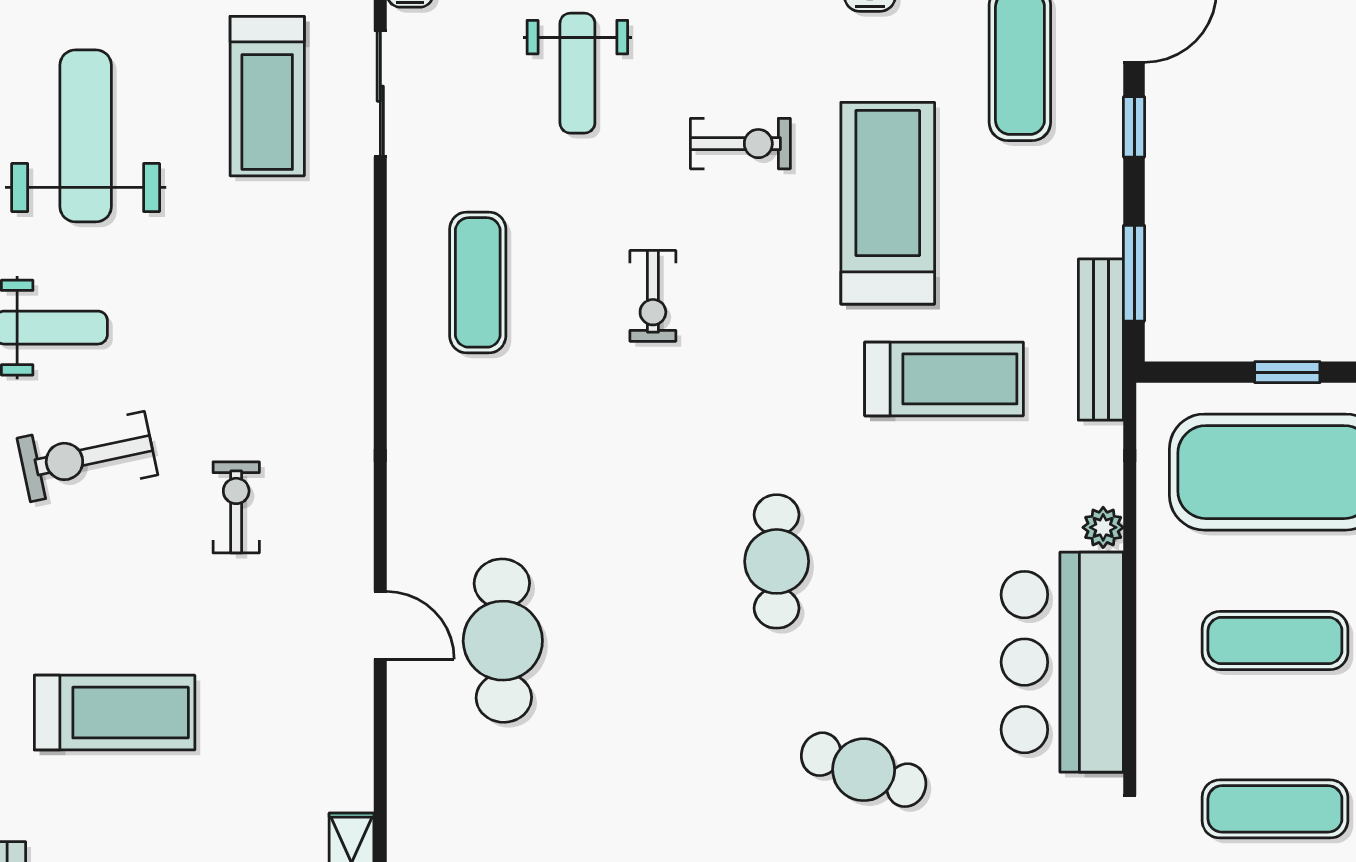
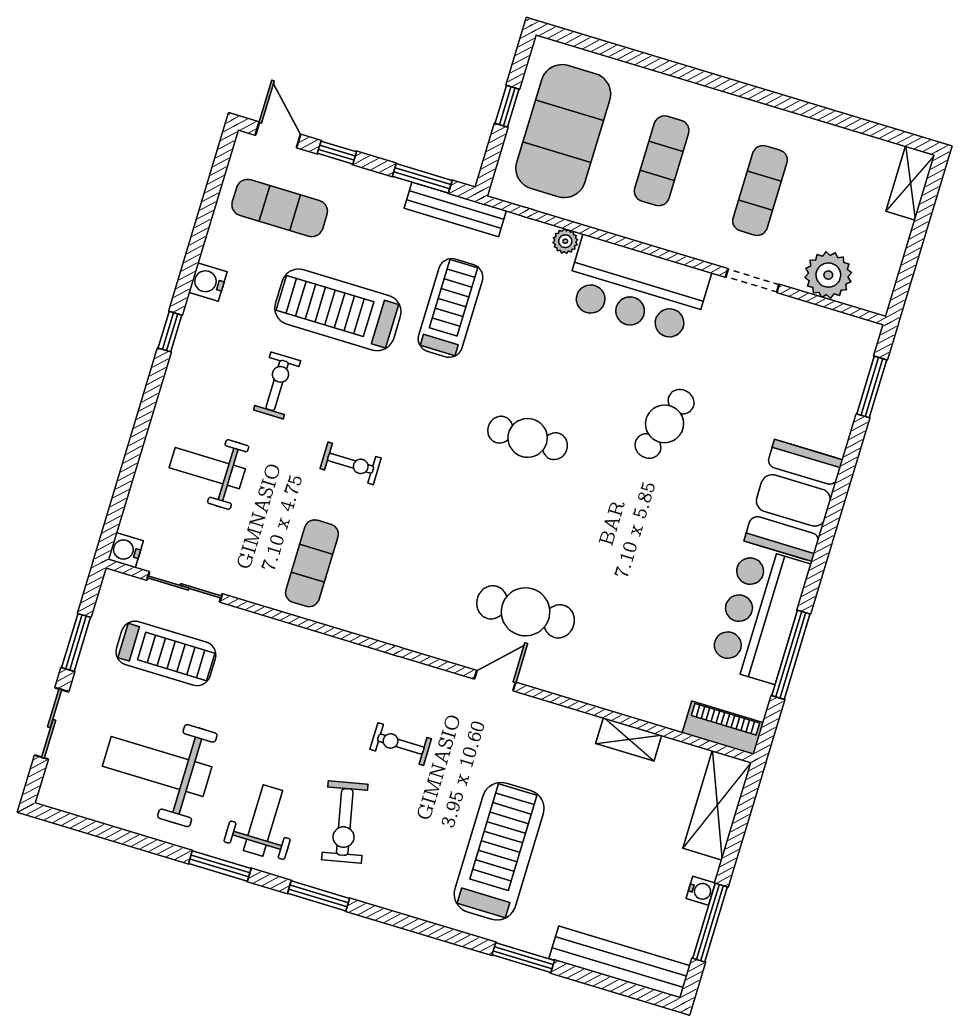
weight bench: (577, 73) -> (207, 468), turned 180
exercise mat: (478, 282) -> (312, 563), turned 90
treadmill: (115, 713) -> (499, 851), width x1.37, depth x1.38

